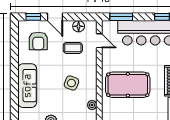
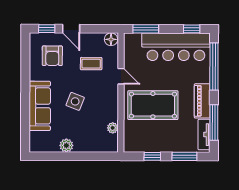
floor lamp: (79, 26) -> (111, 39), moved
door: (99, 41) -> (121, 76), moved
side table: (71, 83) -> (75, 101), moved

